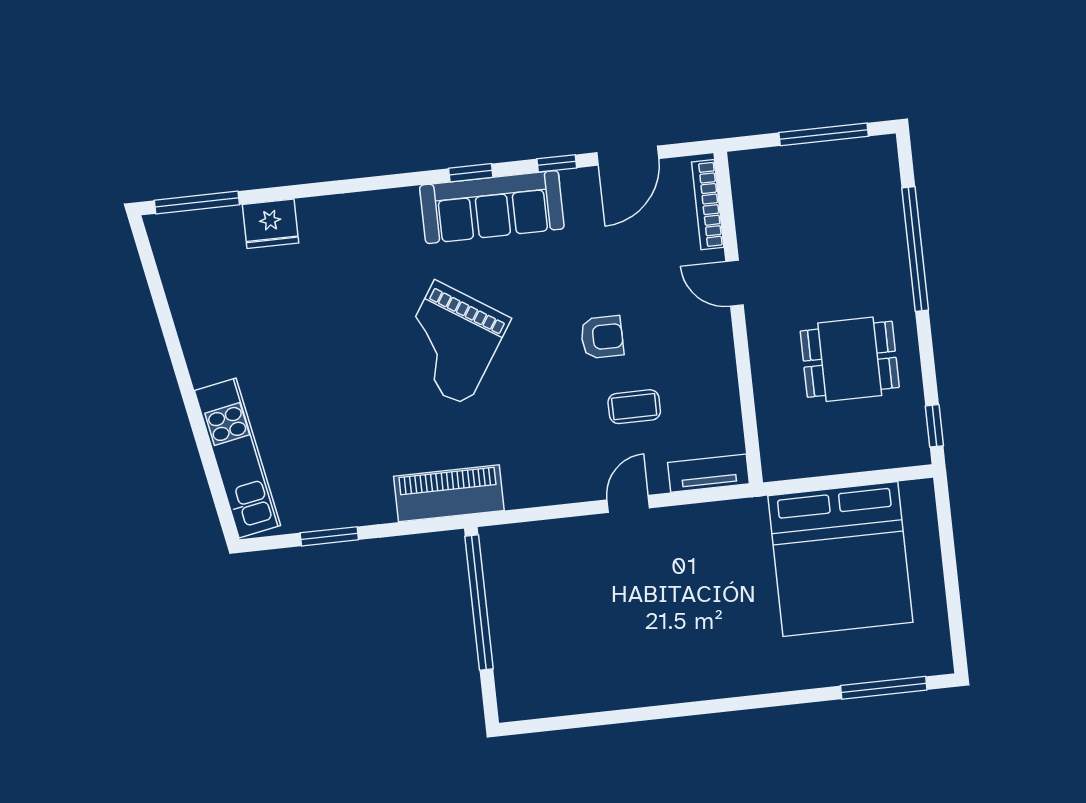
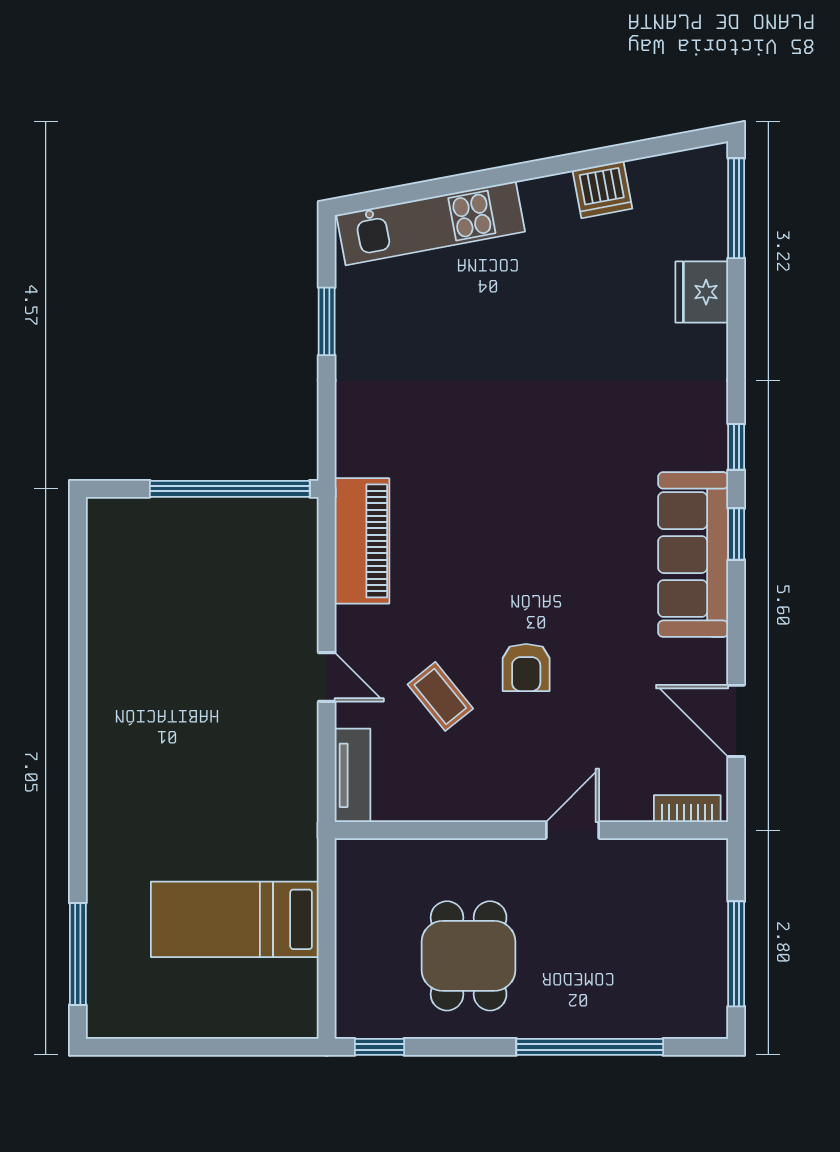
window: (557, 163) -> (736, 447), moved
bookcase: (708, 205) -> (687, 809), width x0.64
dishwasher: (193, 317) -> (602, 190), added
grand piano: (451, 343) -> (538, 489), removed
coffee table: (634, 407) -> (440, 696), turned -39
piano: (449, 493) -> (362, 541), moved
bed: (840, 559) -> (235, 919), width x0.49

